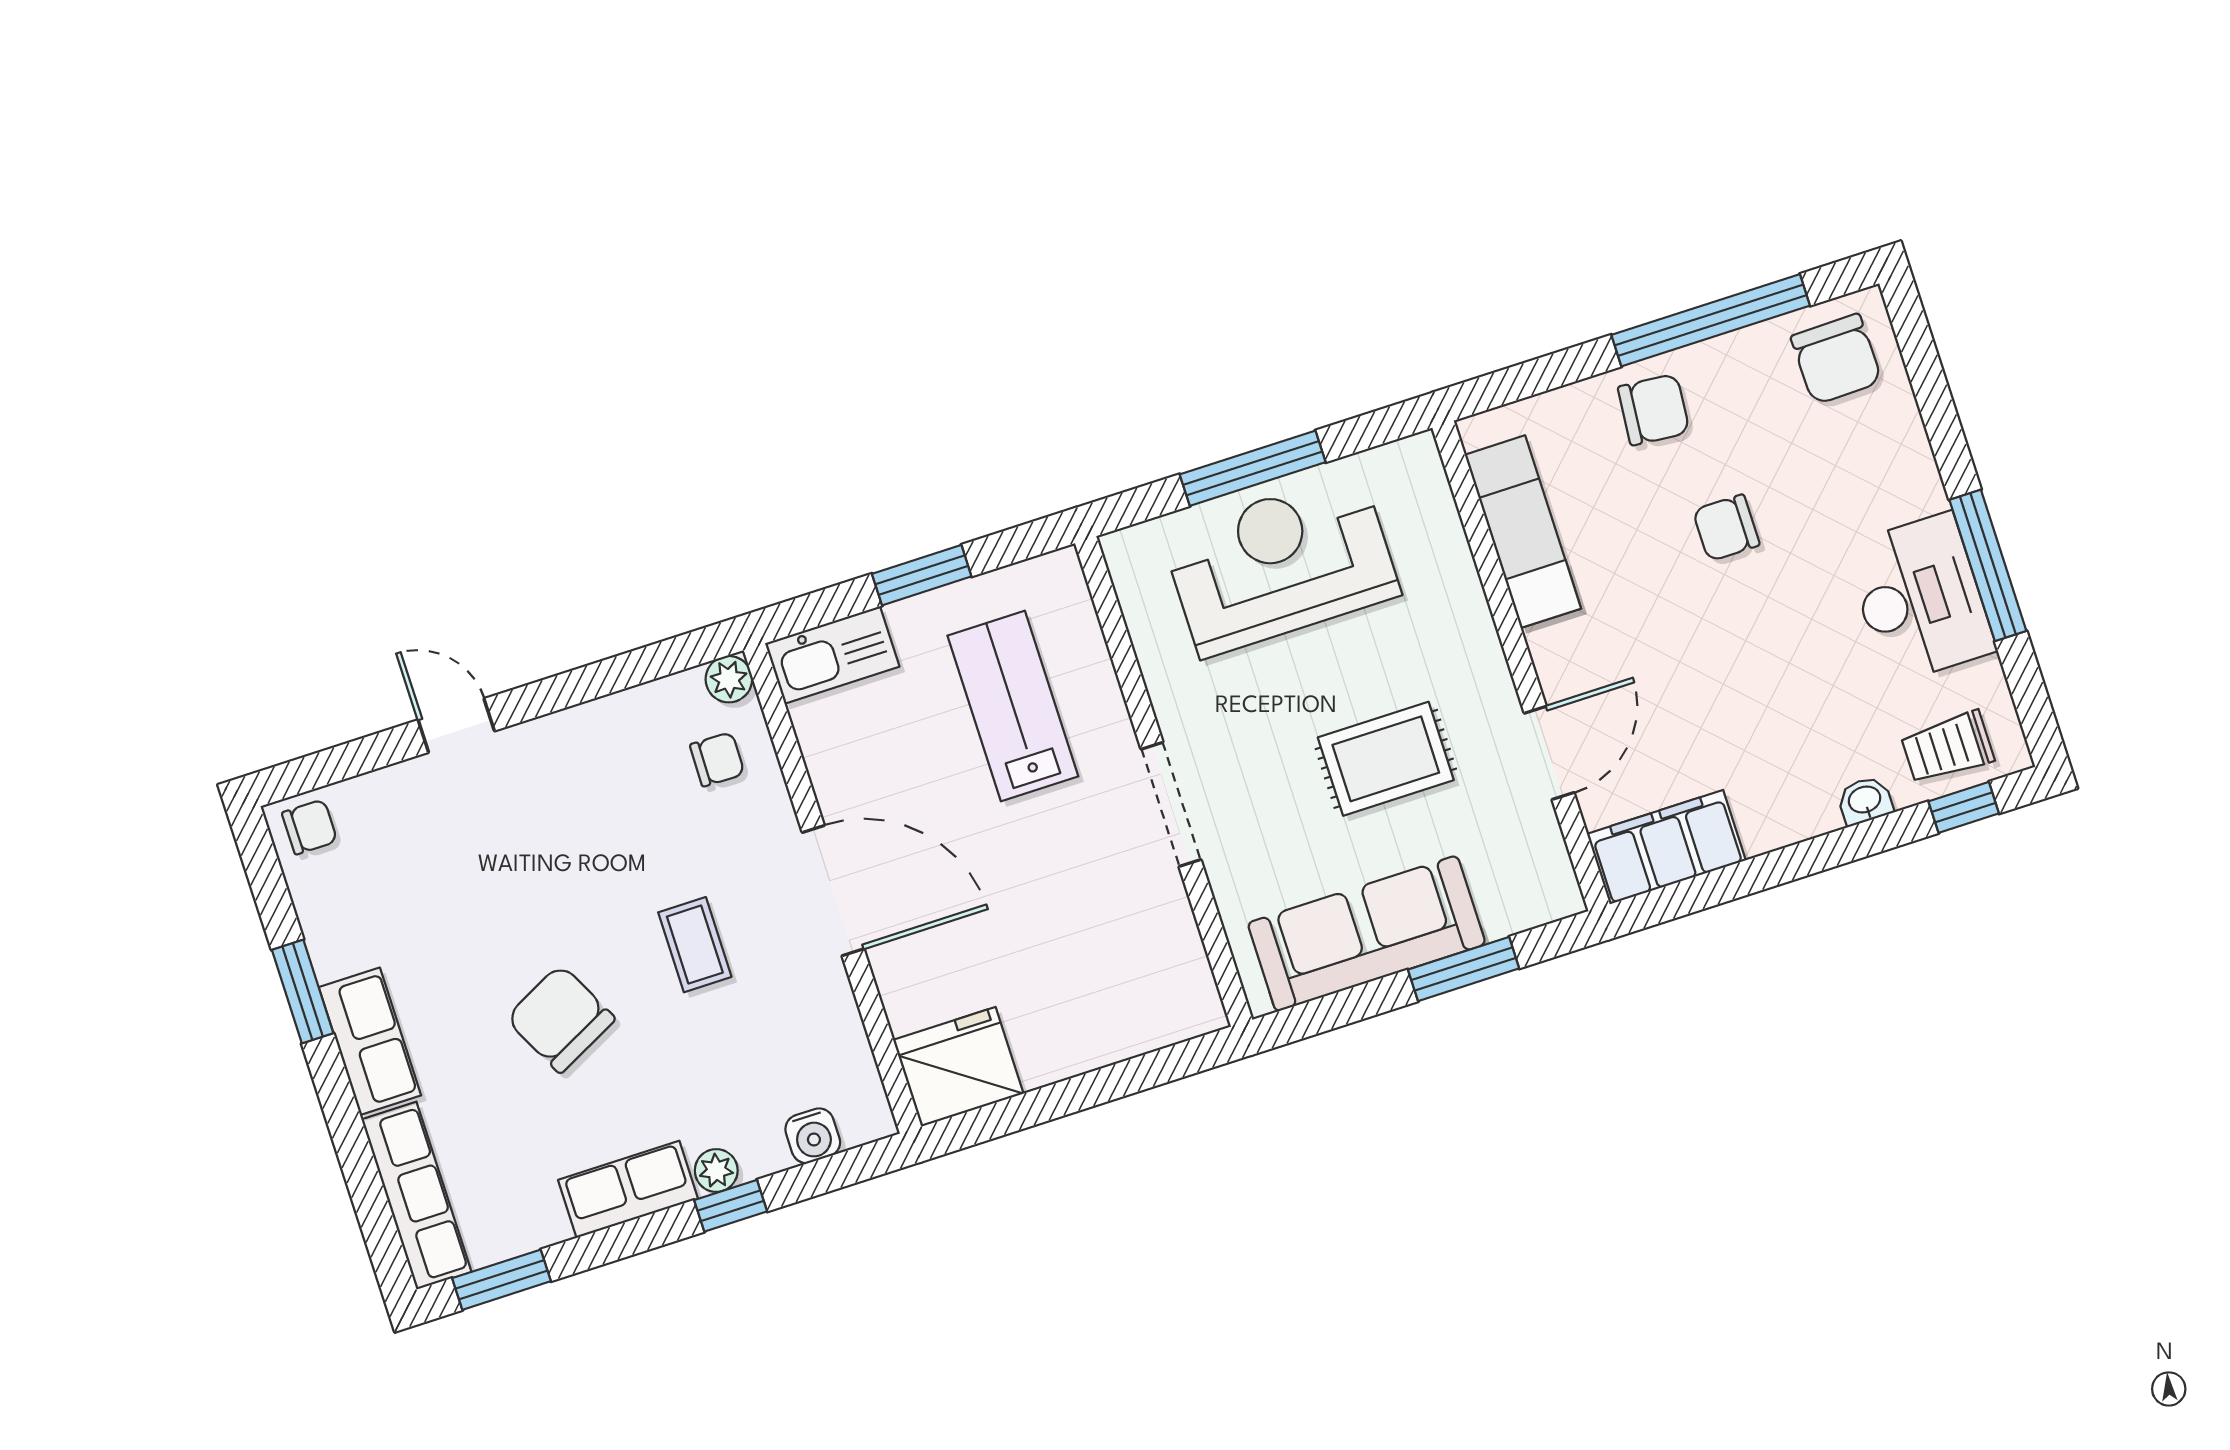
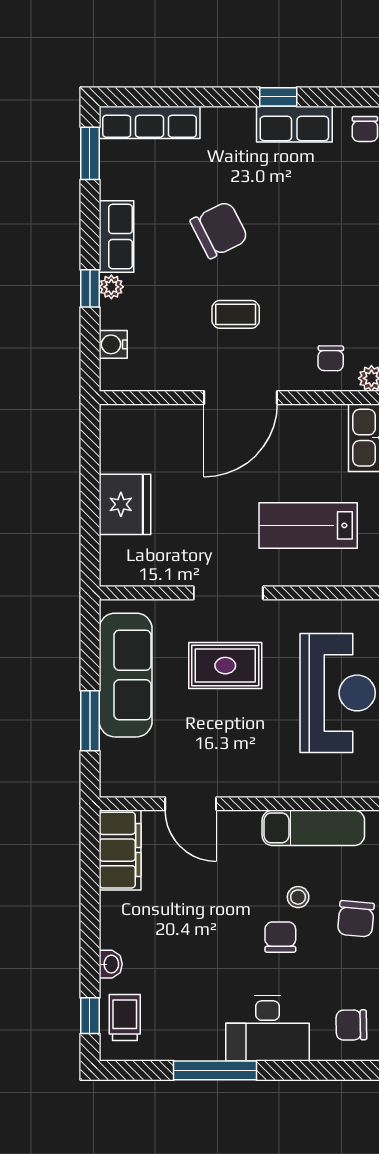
chair: (1836, 359) -> (351, 1025), width x0.73, depth x0.73
stool: (1649, 520) -> (298, 897), added
desk: (1920, 598) -> (268, 1028), moved
lab bench: (1013, 706) -> (308, 525), turned 180
rug: (1386, 759) -> (225, 666), moved, turned 90
window: (303, 992) -> (278, 97), width x0.67
row of seats: (370, 1041) -> (294, 124), moved
fridge: (958, 1067) -> (125, 504), moved

